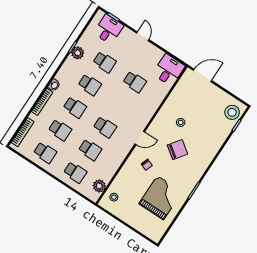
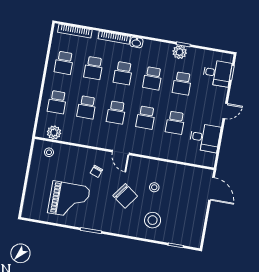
desk: (169, 70) -> (205, 138), moved
school desk: (120, 105) -> (146, 118), added
stool: (232, 112) -> (153, 220), moved

